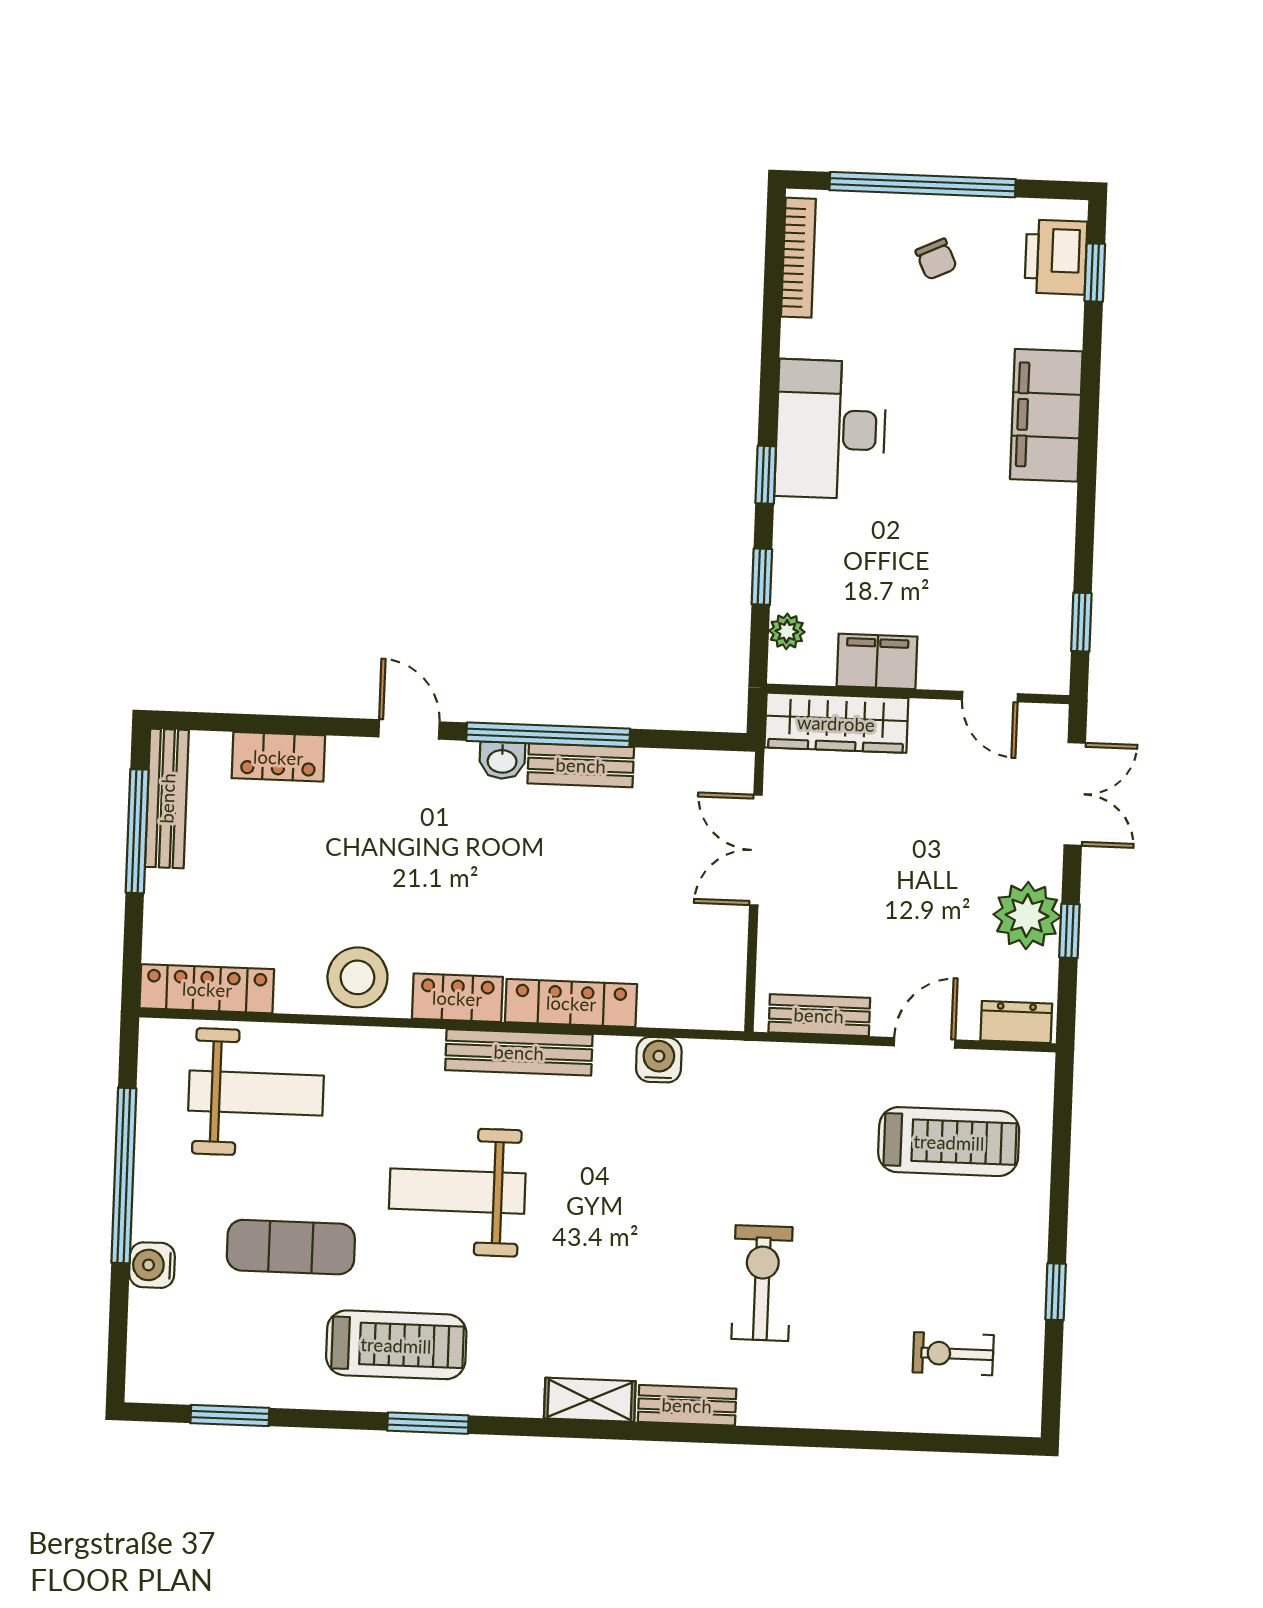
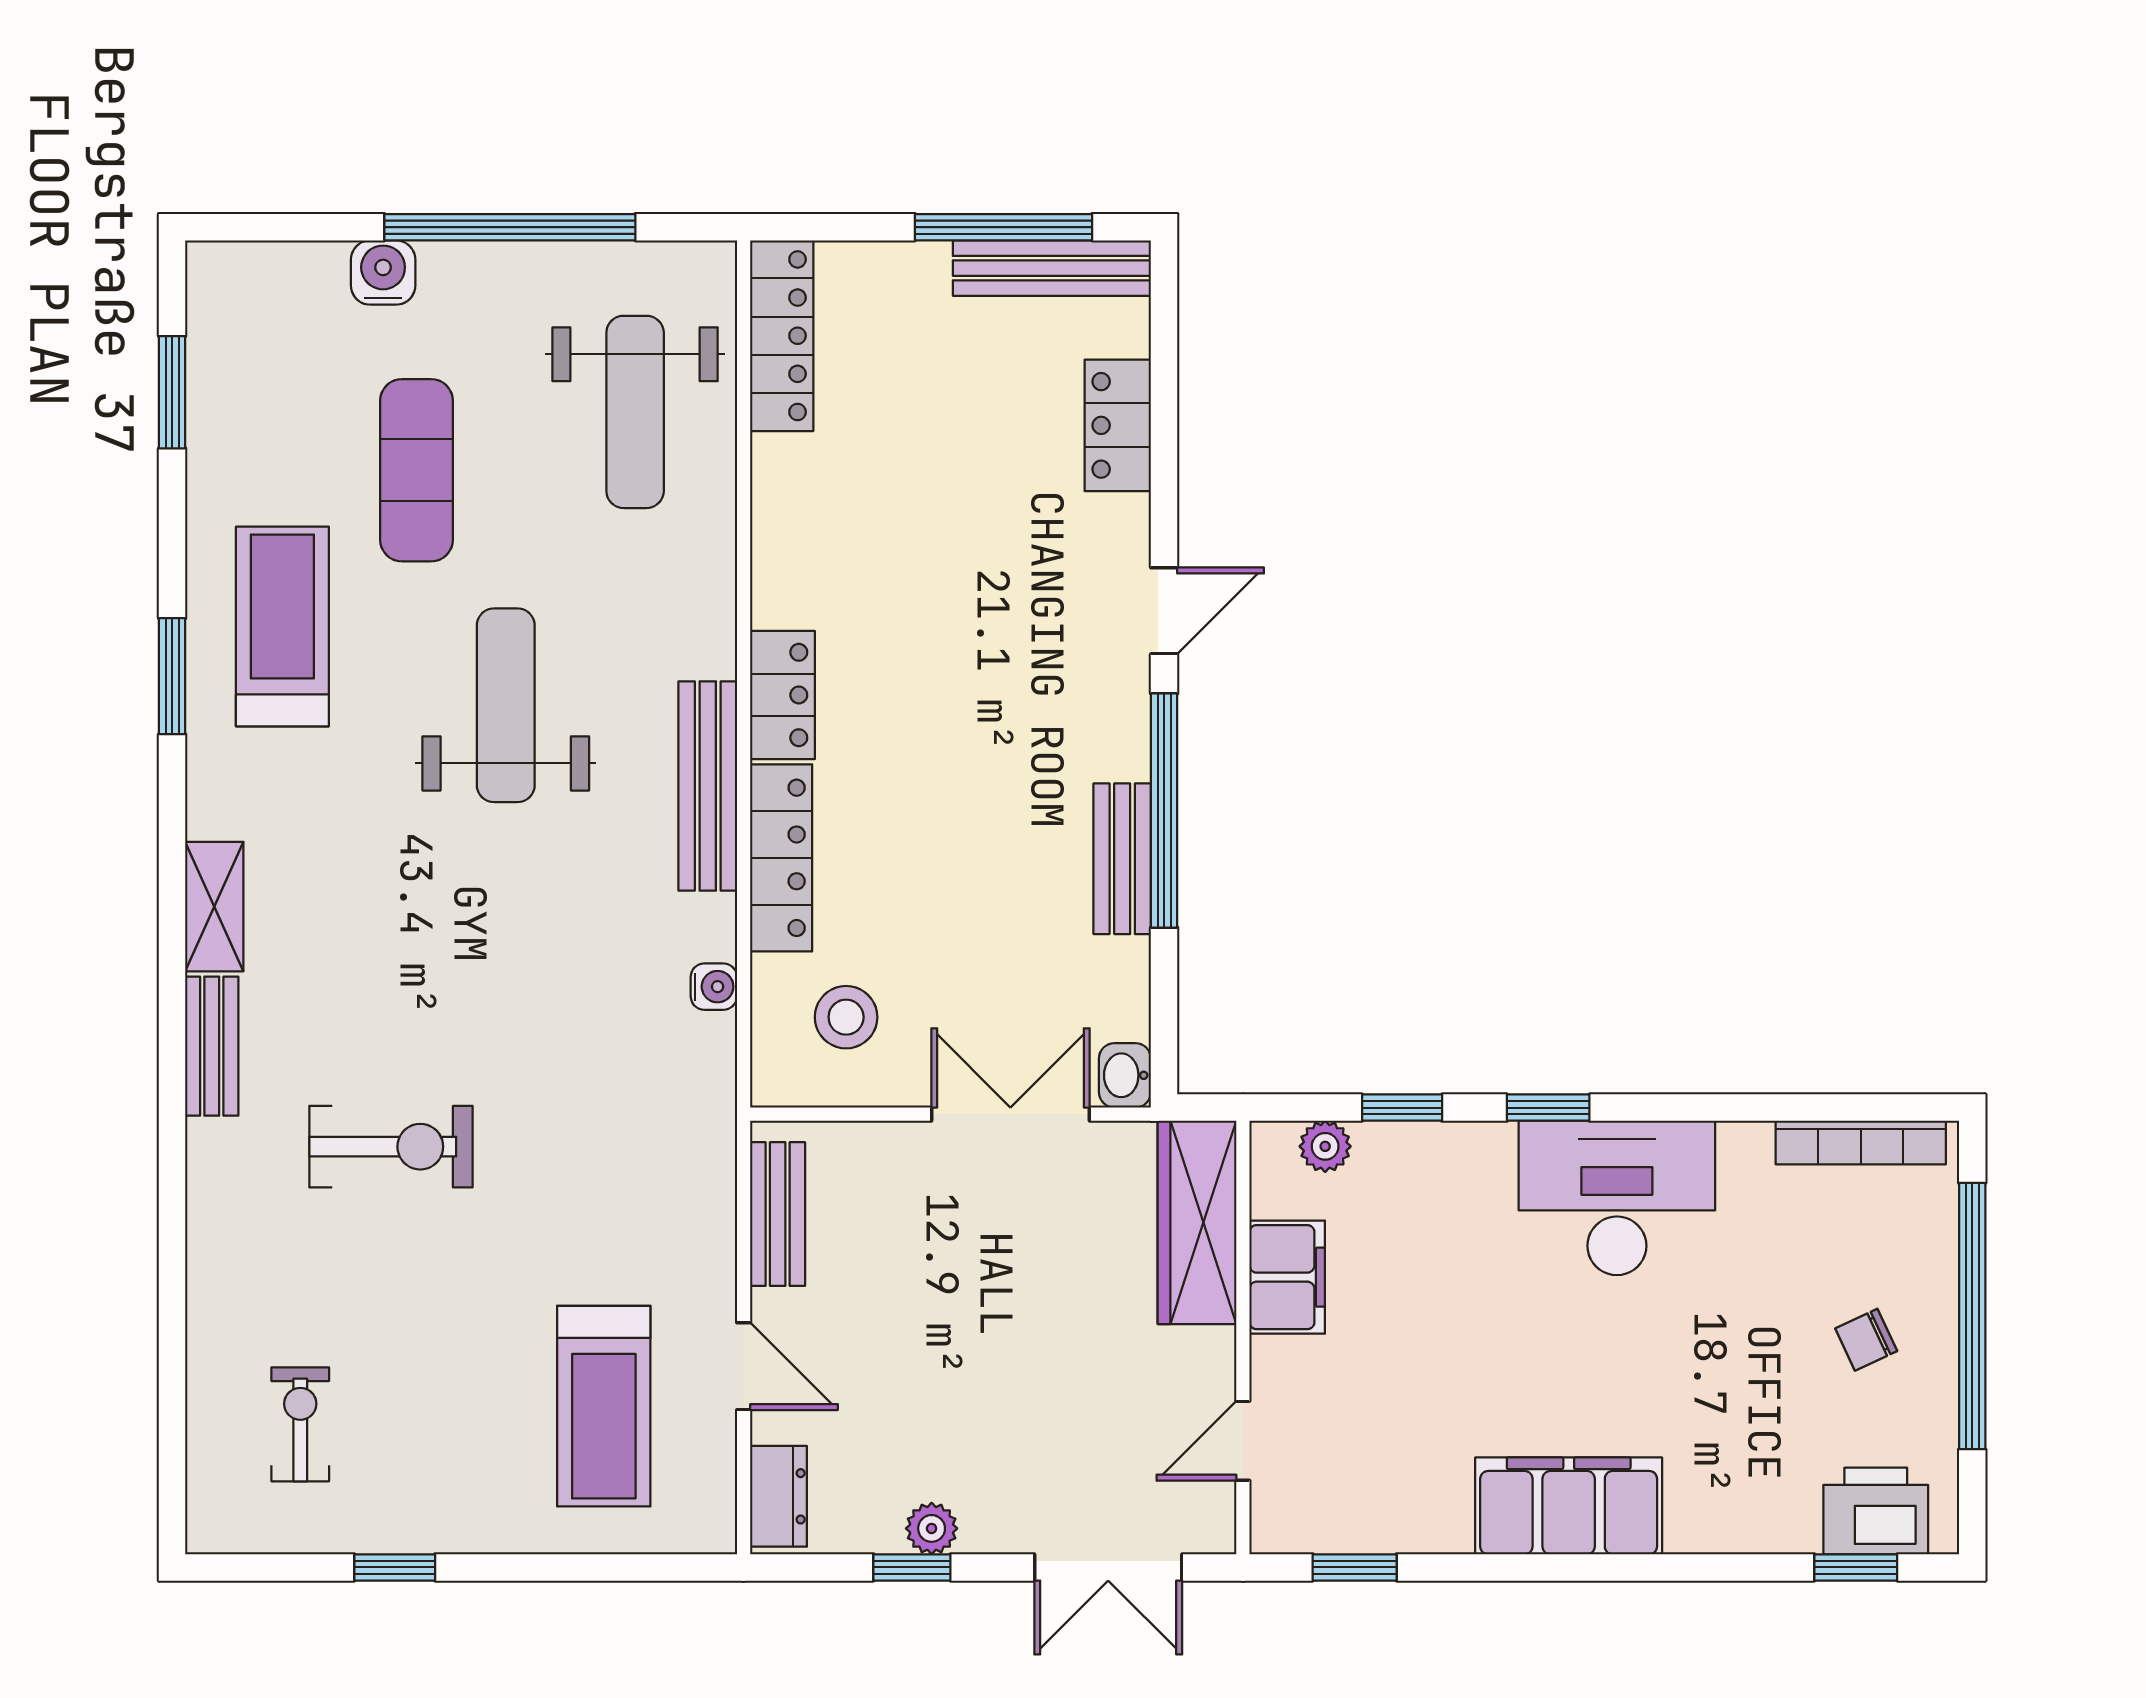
filing cabinet: (1046, 415) -> (1569, 1506), moved
washbasin: (502, 760) -> (1125, 1075), moved
plant: (1027, 916) -> (932, 1528), width x0.53, depth x0.53
stool: (357, 977) -> (846, 1017), moved, width x0.73, depth x0.73
water cooler: (659, 1060) -> (714, 987), width x0.72, depth x0.72
treadmill: (396, 1345) -> (282, 626), turned 180

